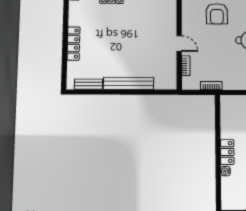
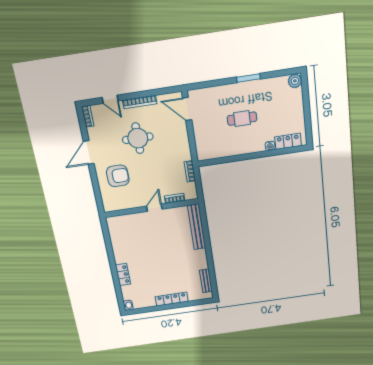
bench: (129, 83) -> (197, 227), moved
locker: (227, 152) -> (288, 141), moved

